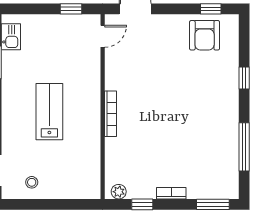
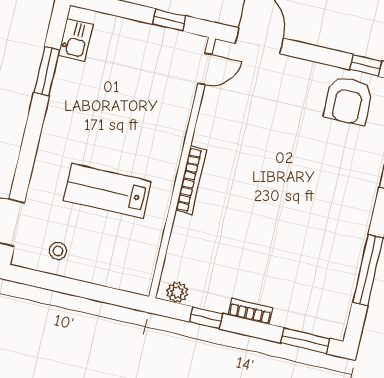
lab bench: (49, 112) -> (107, 191), moved, turned -90

